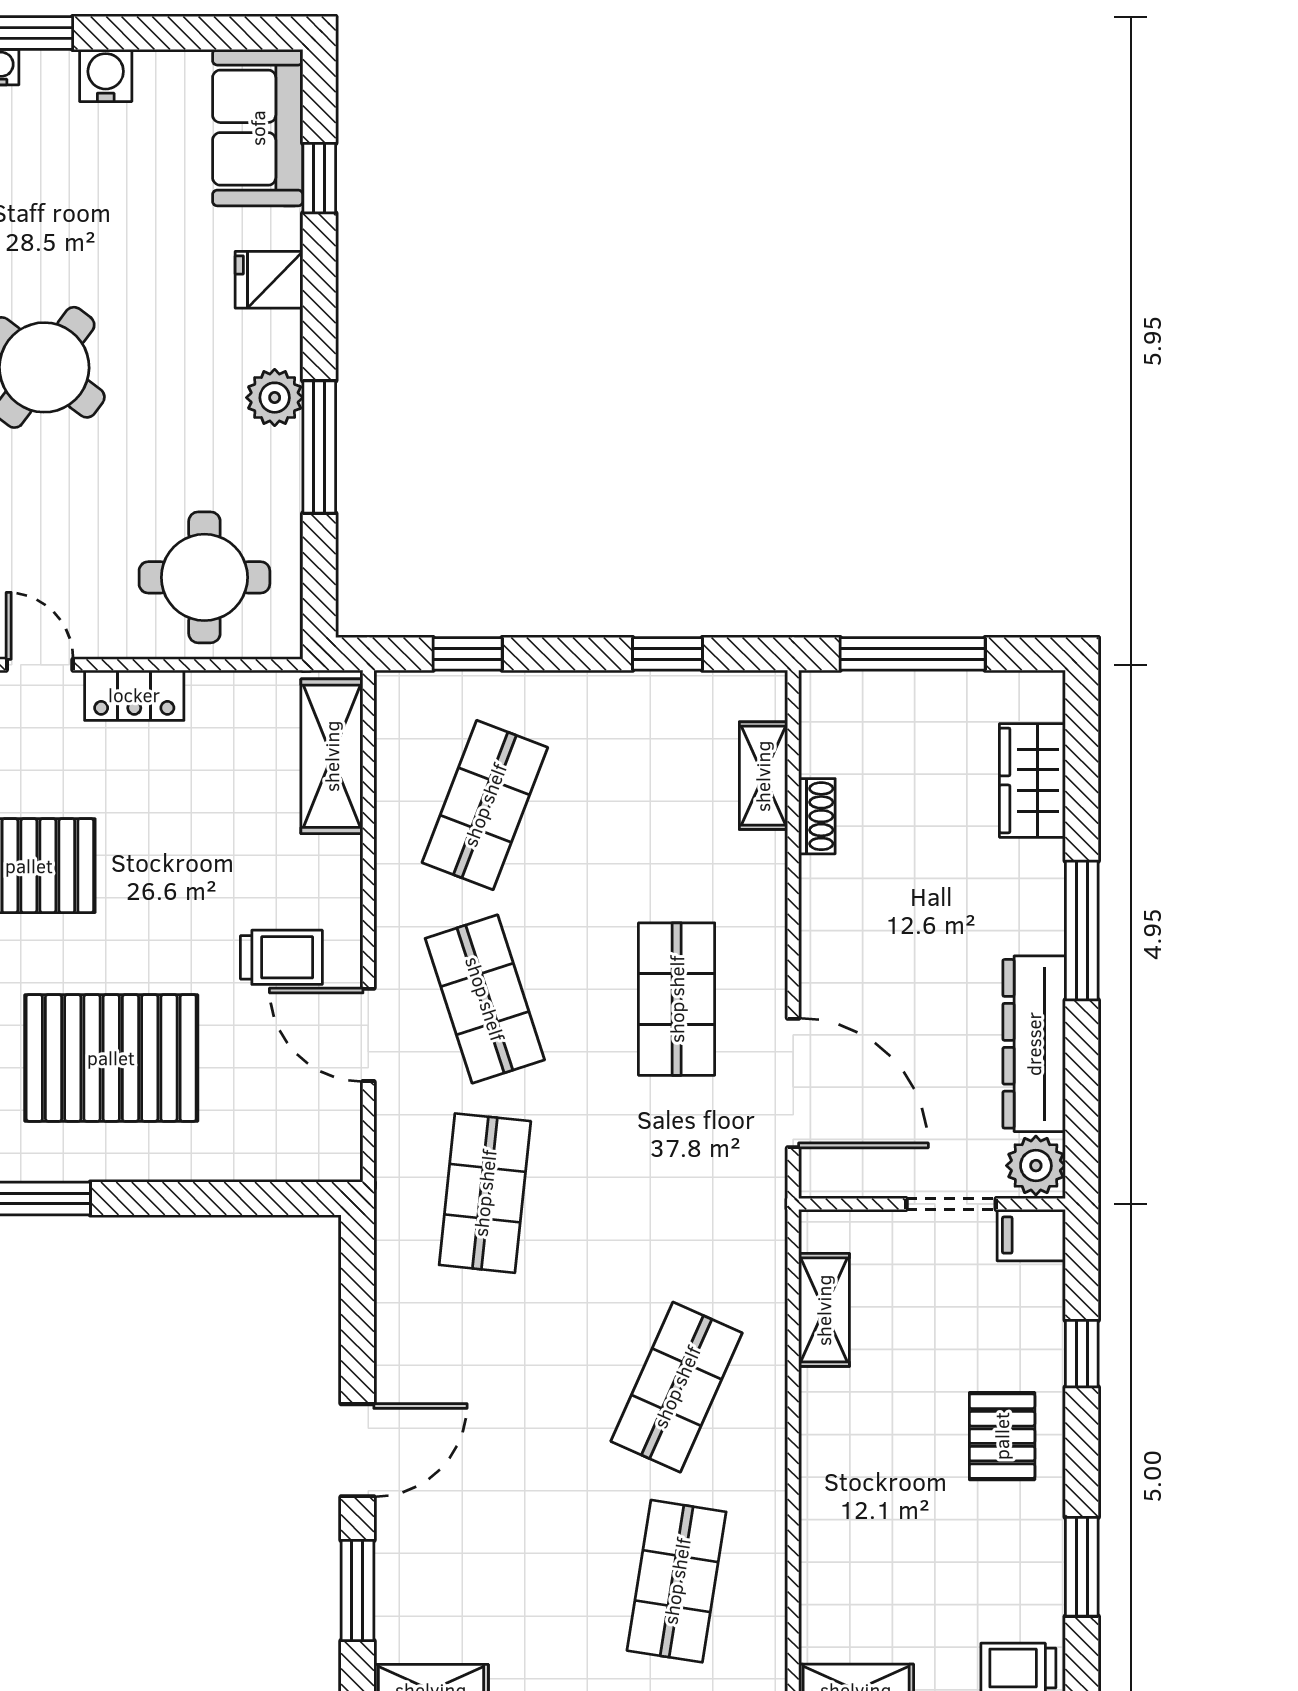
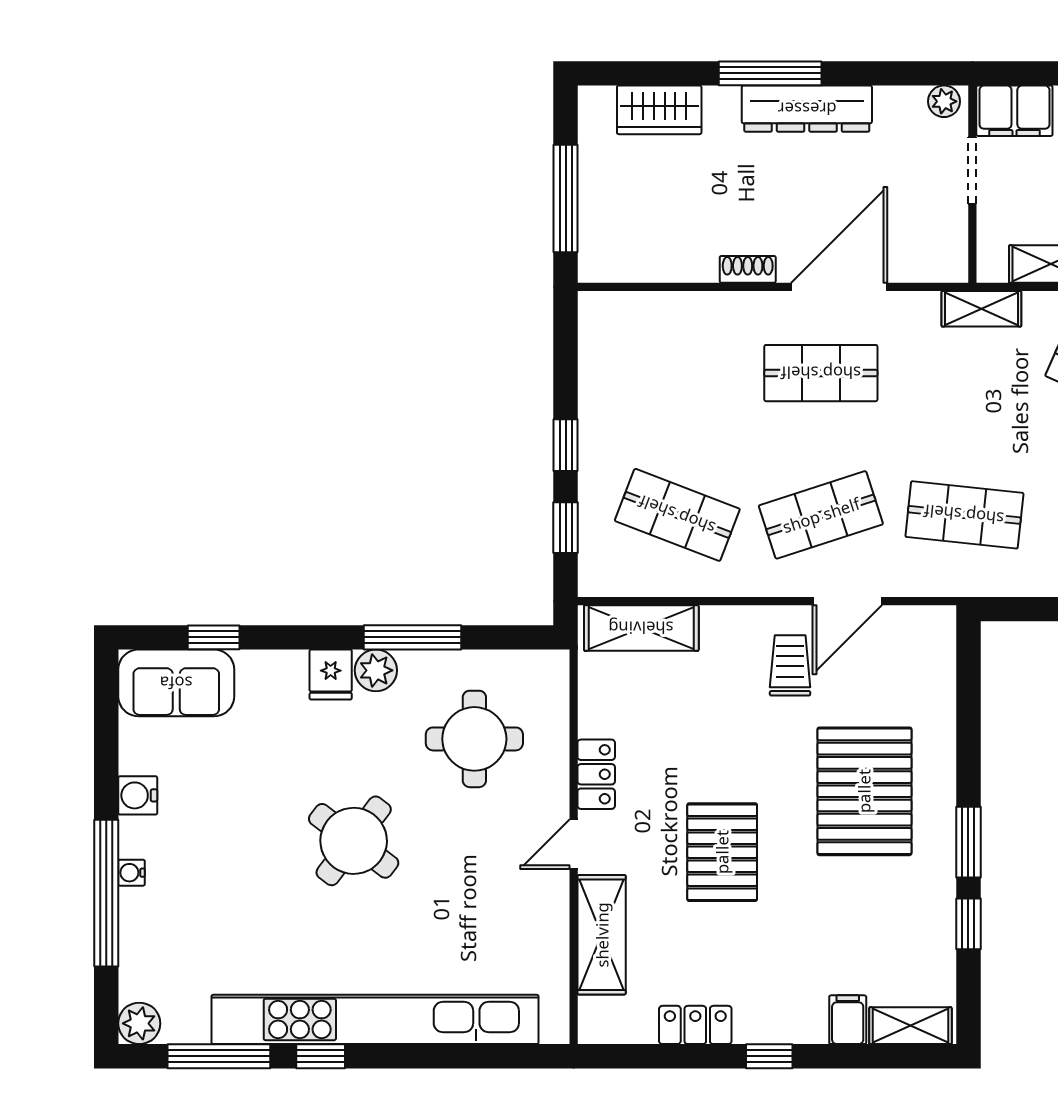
fridge: (269, 280) -> (331, 675), moved
round table: (204, 577) -> (474, 739), moved
window: (668, 654) -> (566, 445), moved
shelving: (763, 776) -> (981, 309), moved
shoe rack: (817, 816) -> (748, 269), moved
dresser: (1034, 1044) -> (807, 109), moved
door: (793, 1083) -> (839, 287), moved
plant: (1036, 1166) -> (944, 101), width x0.73, depth x0.73
filing cabinet: (1031, 1235) -> (1014, 111), width x2.00

